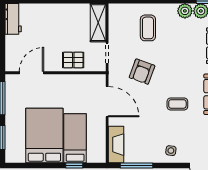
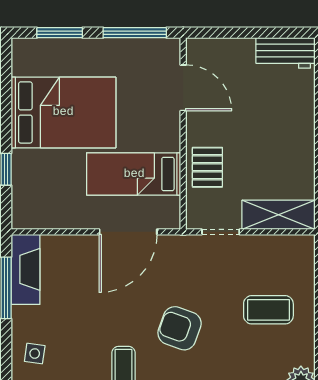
armchair: (142, 72) -> (180, 328), moved
bed: (75, 138) -> (134, 174), moved, turned 180
fireplace: (116, 145) -> (26, 269), moved, turned -90

